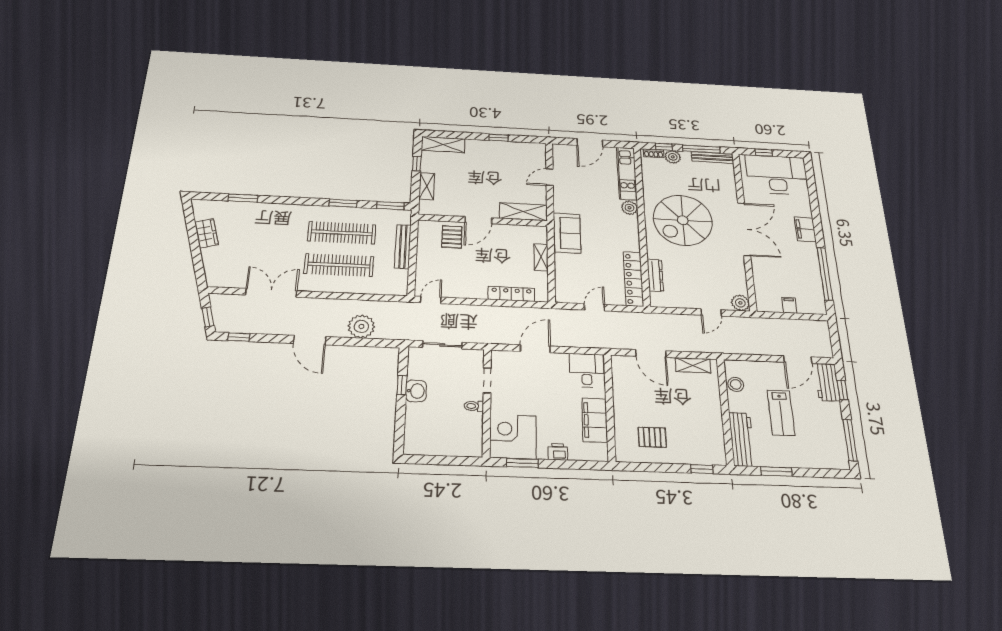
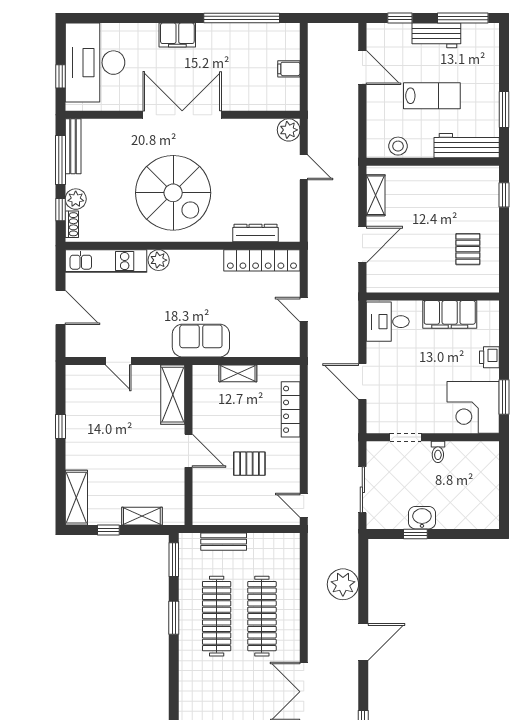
pallet: (452, 237) -> (249, 464), moved
bench: (403, 247) -> (224, 542), width x0.73
workbench: (827, 382) -> (436, 35), moved

